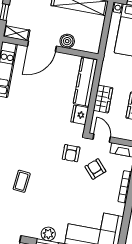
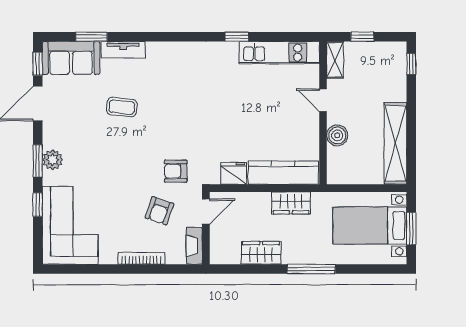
door: (42, 46) -> (323, 100), width x0.53
wardrobe: (103, 99) -> (291, 203), moved
armchair: (95, 169) -> (159, 211), turned 151

